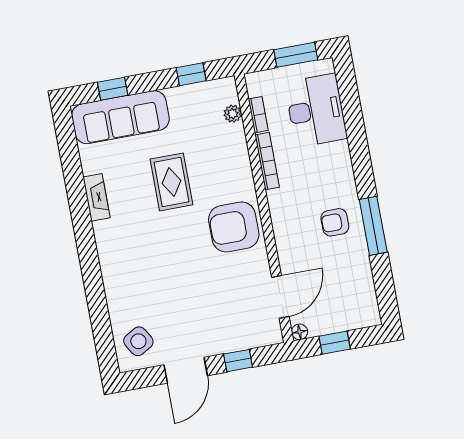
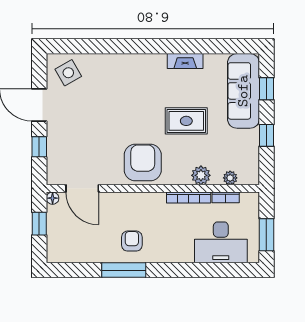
window: (191, 74) -> (266, 135), moved
plant: (236, 151) -> (201, 175), added

